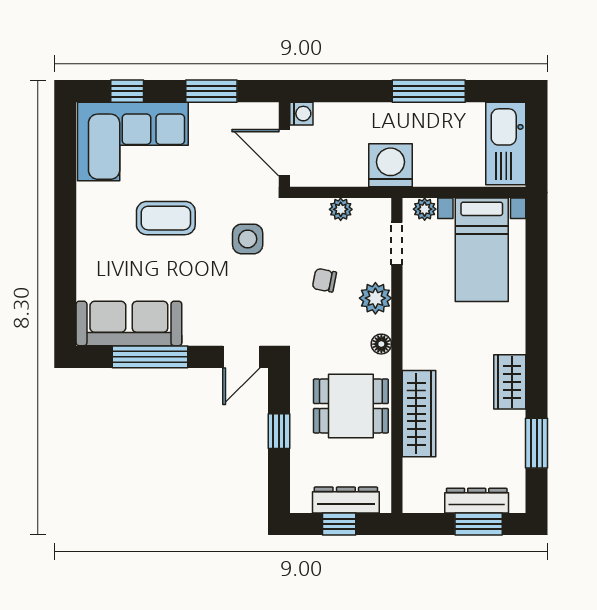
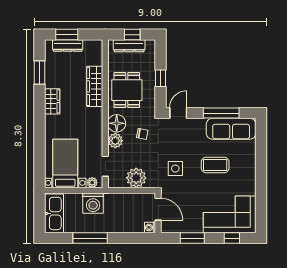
washing machine: (391, 165) -> (93, 203), moved
plant: (341, 209) -> (136, 178), width x1.87, depth x1.87
coffee table: (166, 218) -> (215, 165), moved
chair: (324, 280) -> (142, 134), moved
floor lamp: (381, 344) -> (117, 123), width x1.89, depth x1.89
dining table: (351, 406) -> (127, 90), turned 90

